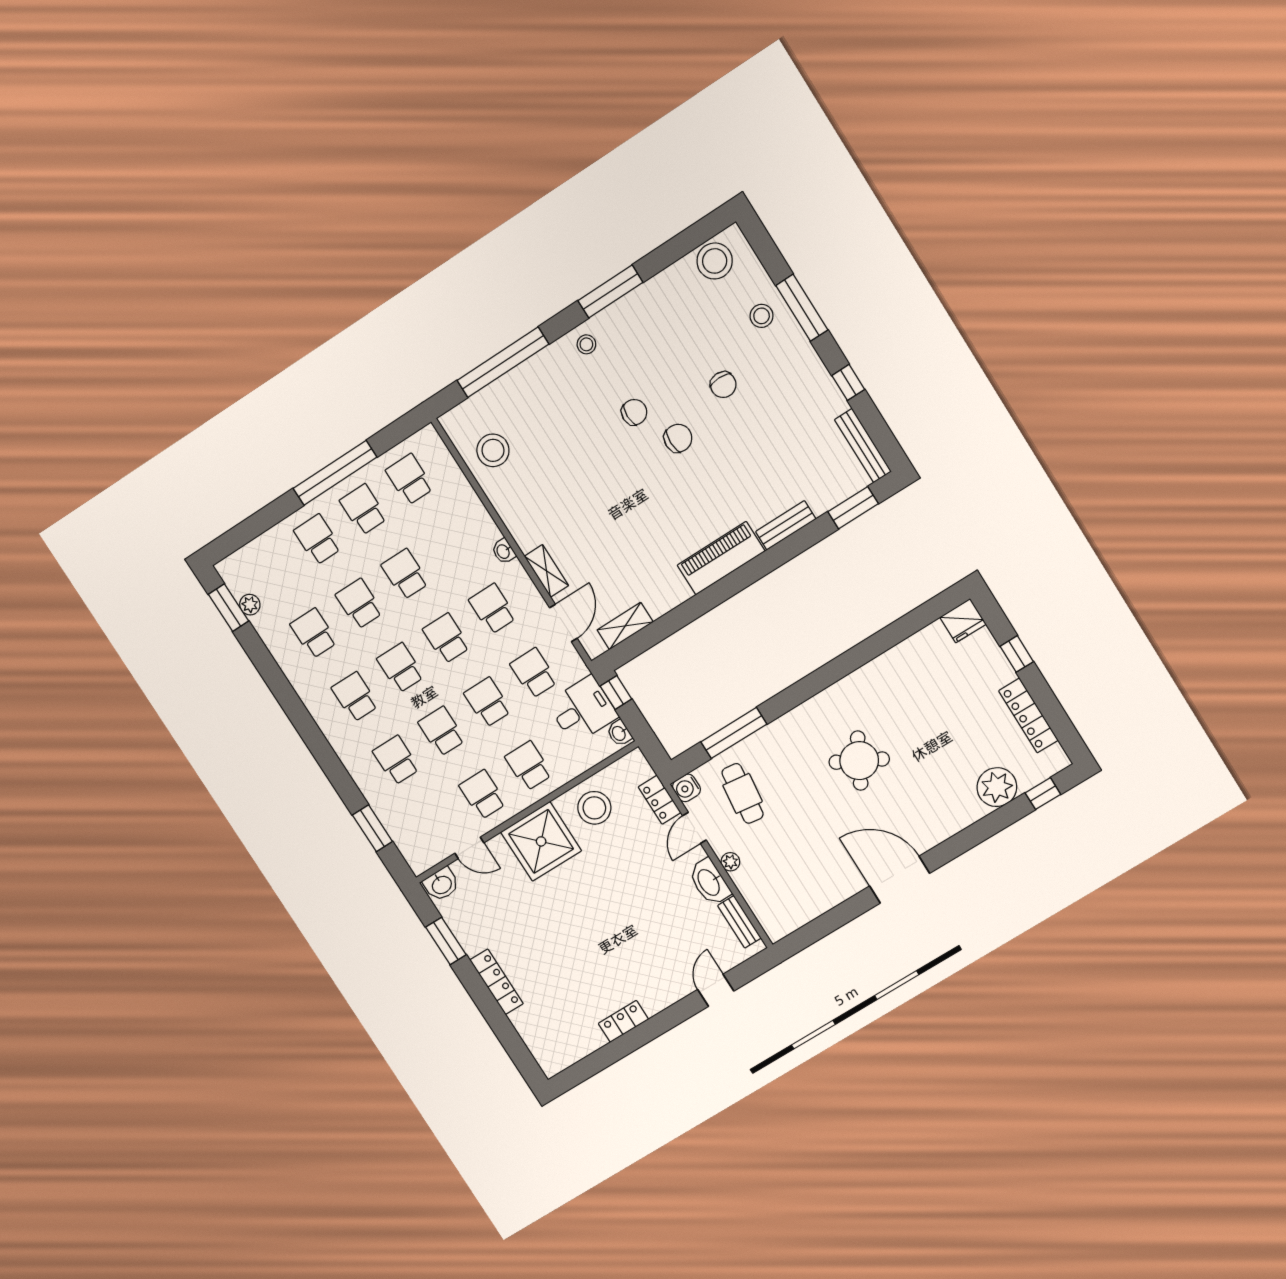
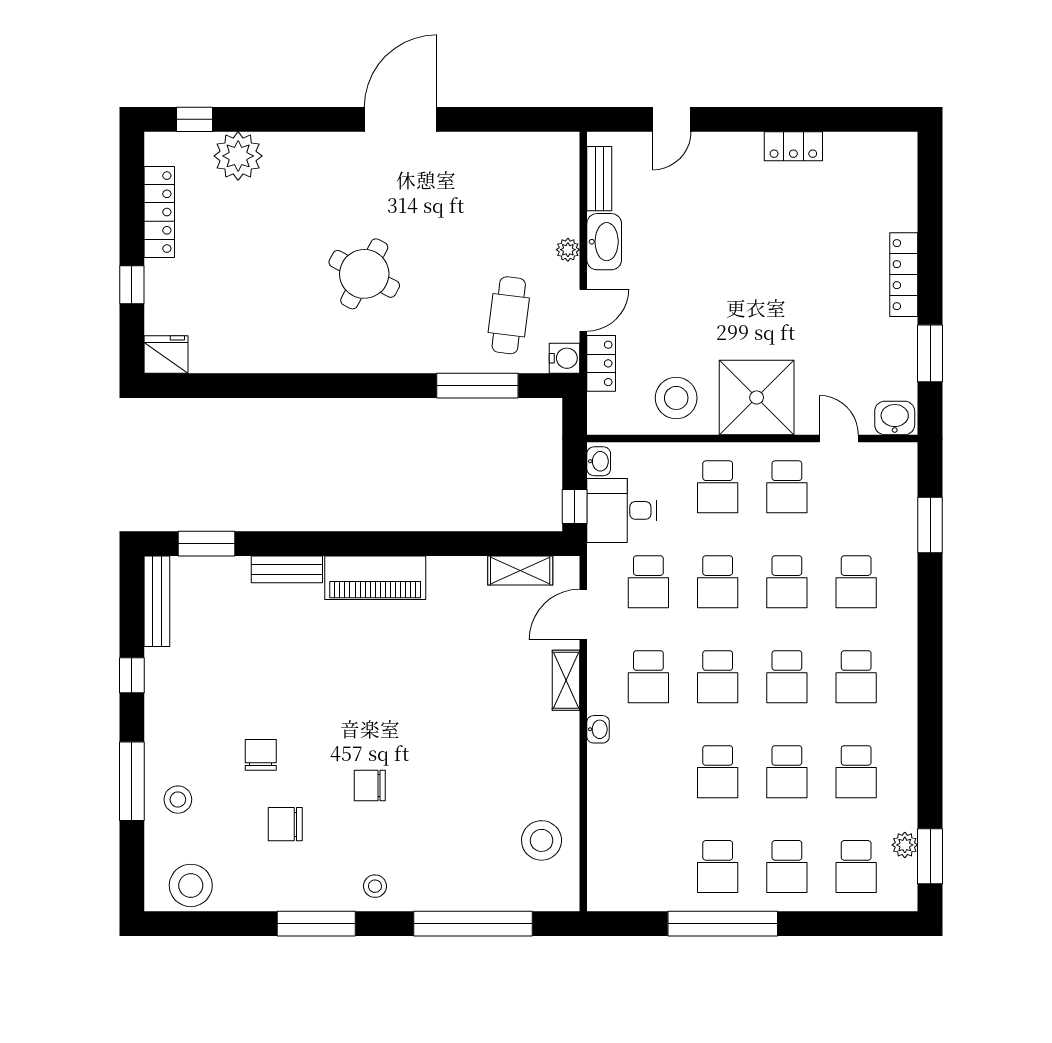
chair: (678, 438) -> (285, 824), moved
school desk: (410, 479) -> (856, 867), moved
door: (900, 880) -> (401, 119), swing flipped

